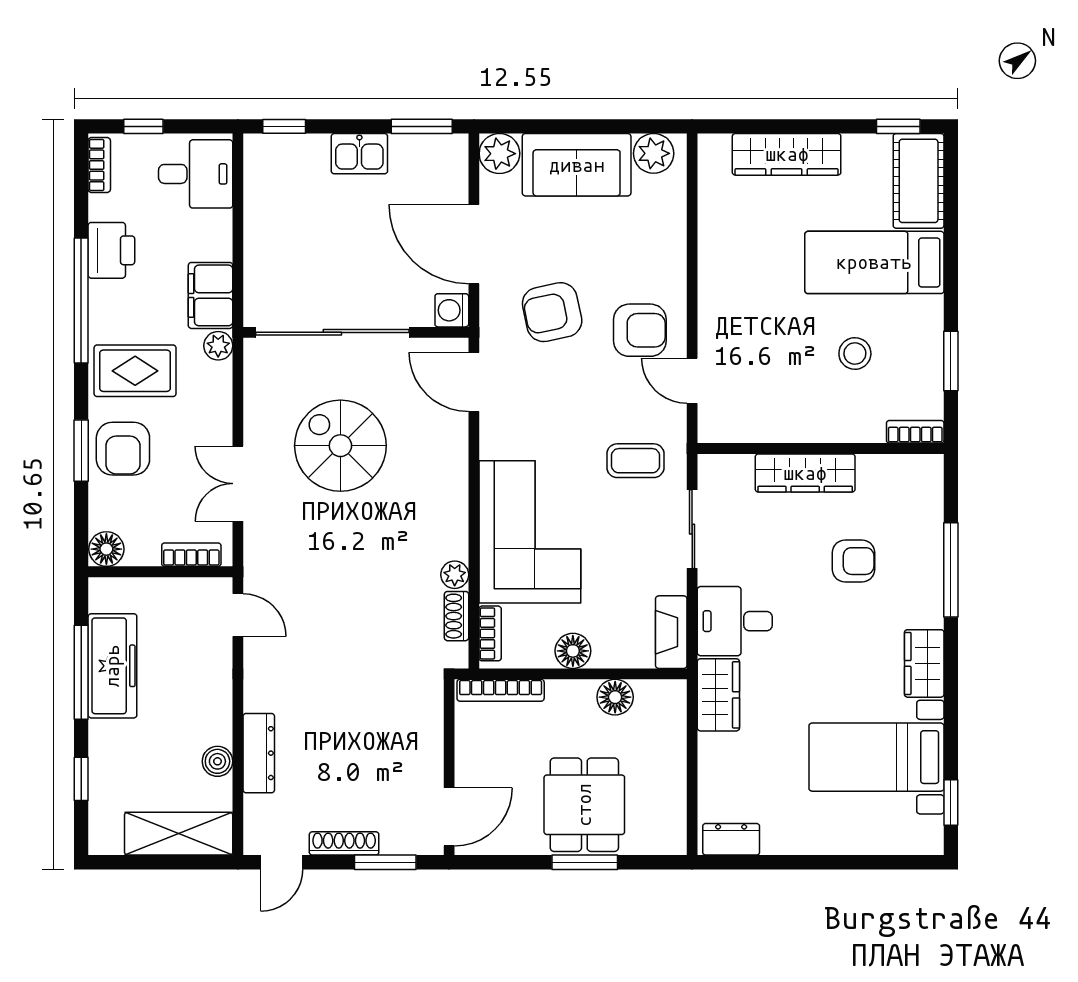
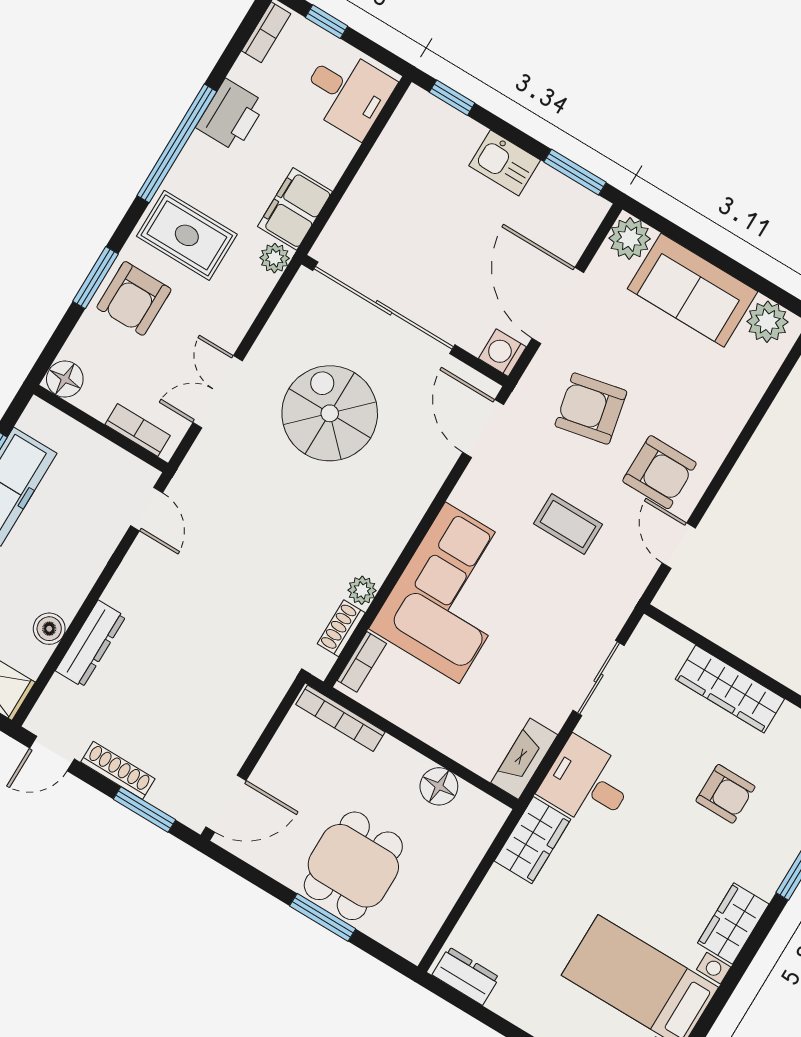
coffee table: (635, 461) -> (568, 524), moved
floor lamp: (573, 651) -> (426, 722), removed

